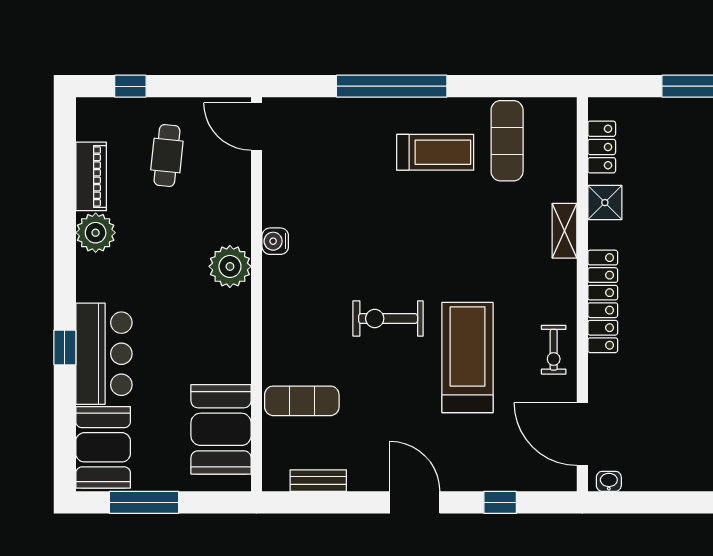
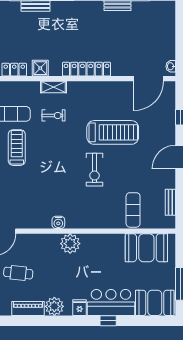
fridge: (93, 287) -> (80, 308), added
exercise bike: (554, 350) -> (54, 115), moved
treadmill: (468, 357) -> (113, 132), turned 180

